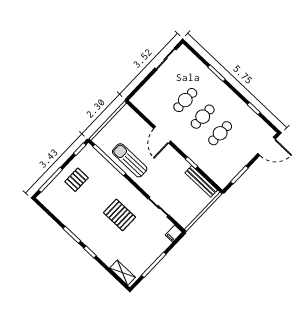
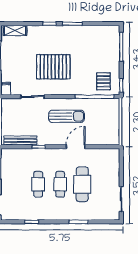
cafe table: (185, 100) -> (82, 184), width x1.37, depth x1.35
door: (162, 135) -> (76, 147), hinge flipped
sun lounger: (130, 160) -> (67, 116), moved
pallet: (77, 180) -> (103, 81), moved
pallet: (119, 215) -> (53, 67), width x1.37, depth x1.41

